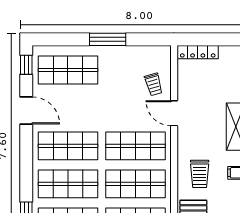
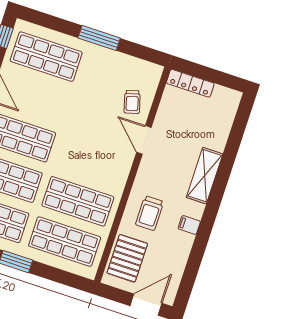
shop shelf: (135, 146) -> (91, 161), removed

